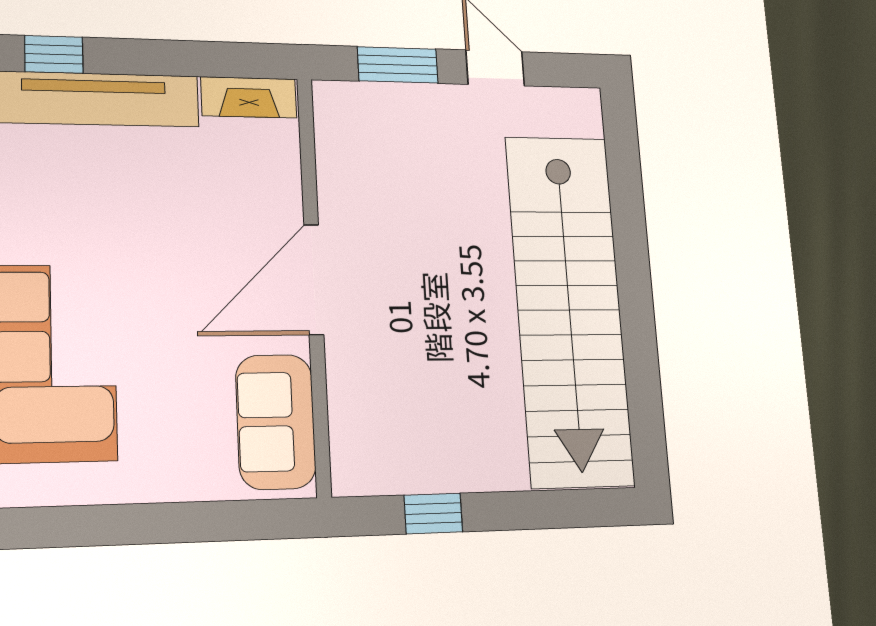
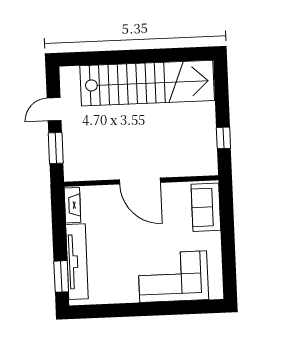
window: (54, 54) -> (61, 276), width x1.50
sofa: (276, 422) -> (206, 207), moved, turned 90

